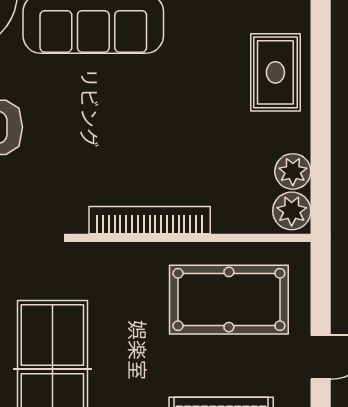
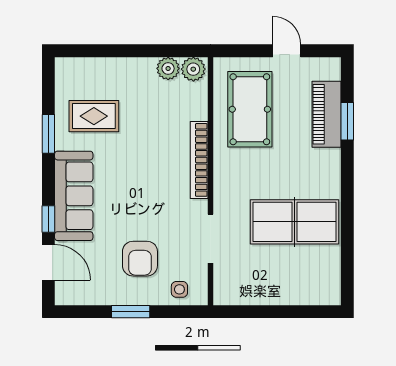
rug: (275, 72) -> (94, 116), moved

